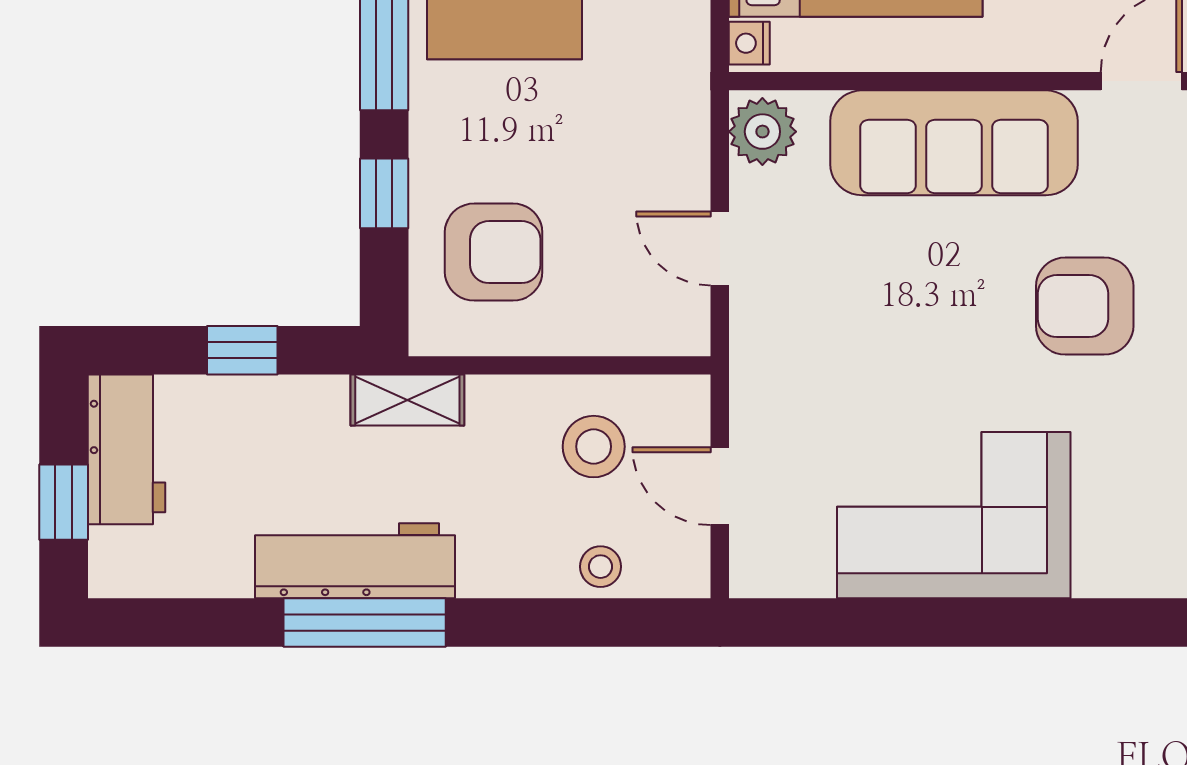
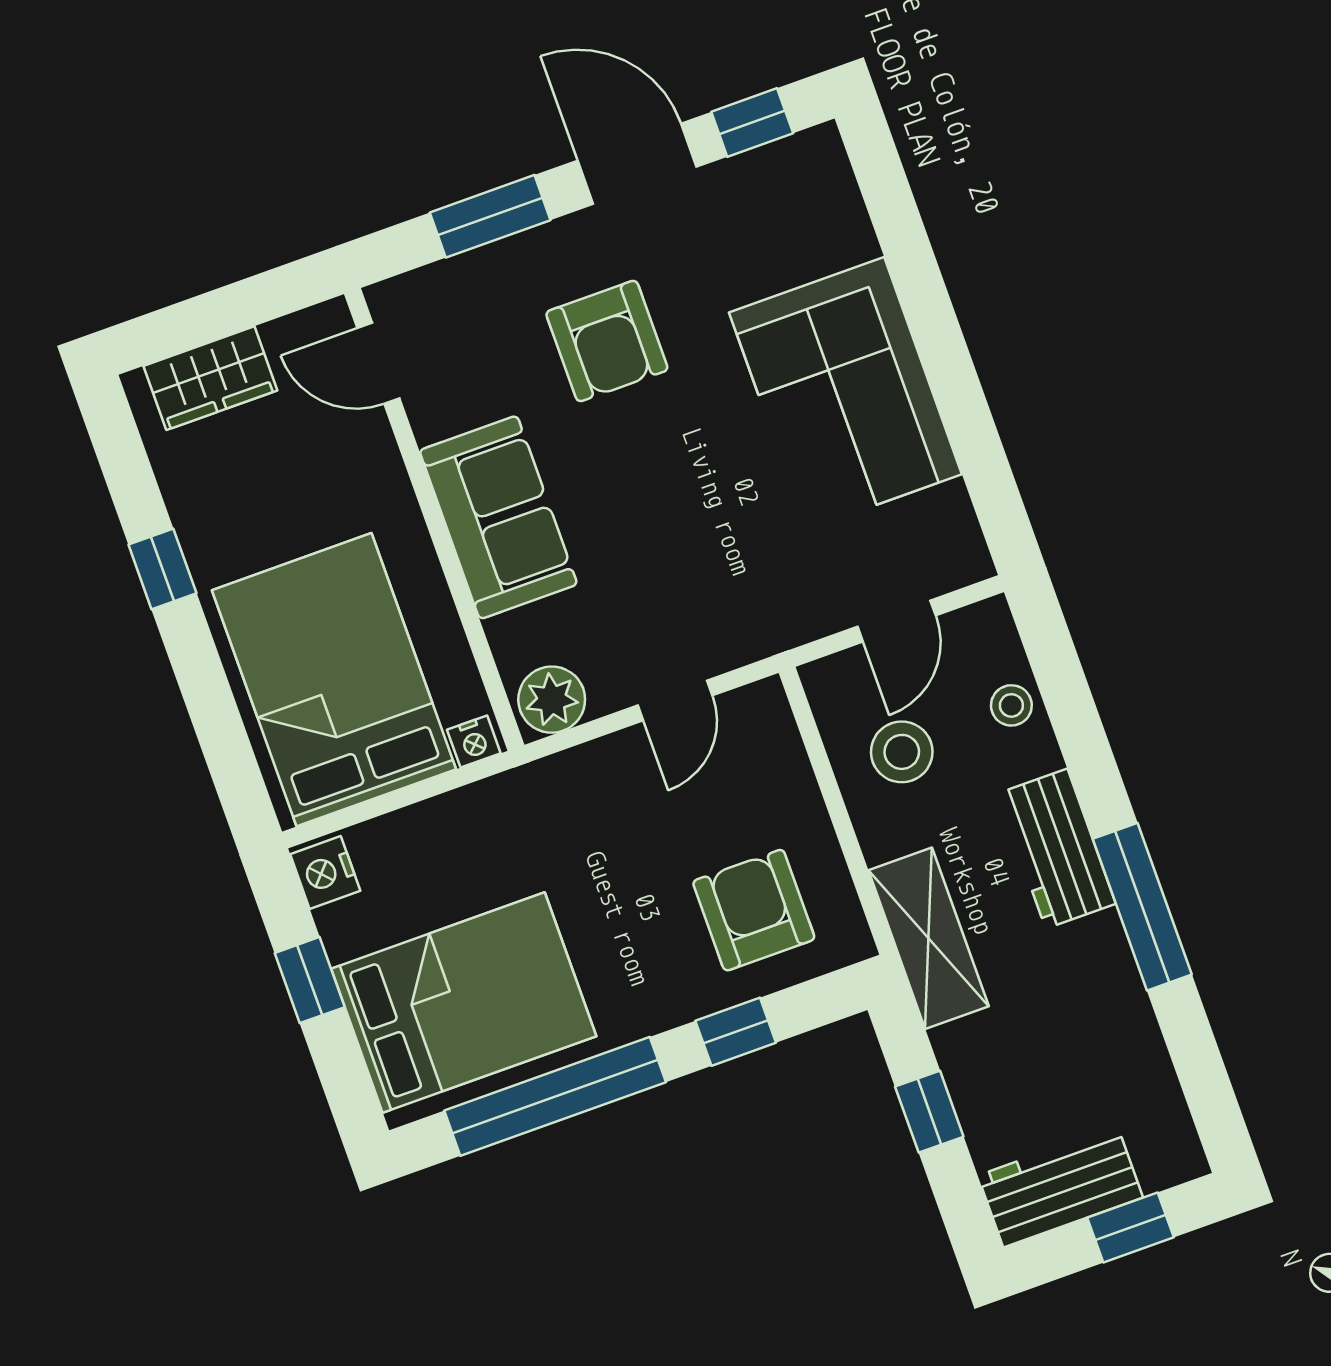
sofa: (954, 143) -> (498, 517), width x0.73
shelving: (407, 400) -> (929, 938), width x1.50, depth x1.33
workbench: (355, 561) -> (1057, 849), moved, width x0.73

